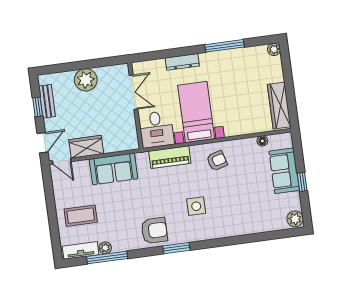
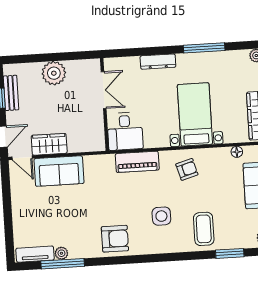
bed with nightstands: (196, 112) -> (195, 114), moved
sofa: (113, 169) -> (59, 171), moved
coffee table: (81, 216) -> (204, 229), moved, turned 90
window: (176, 248) -> (230, 253), moved

